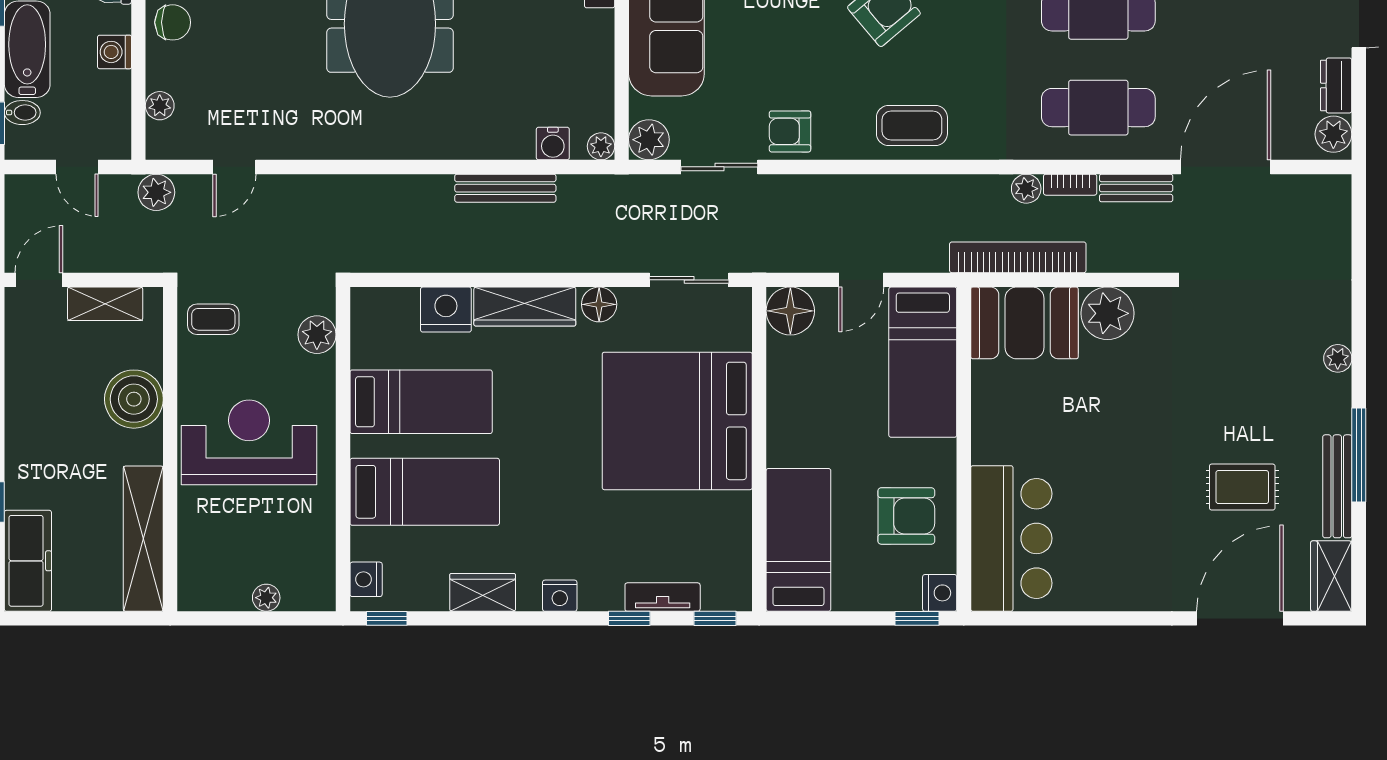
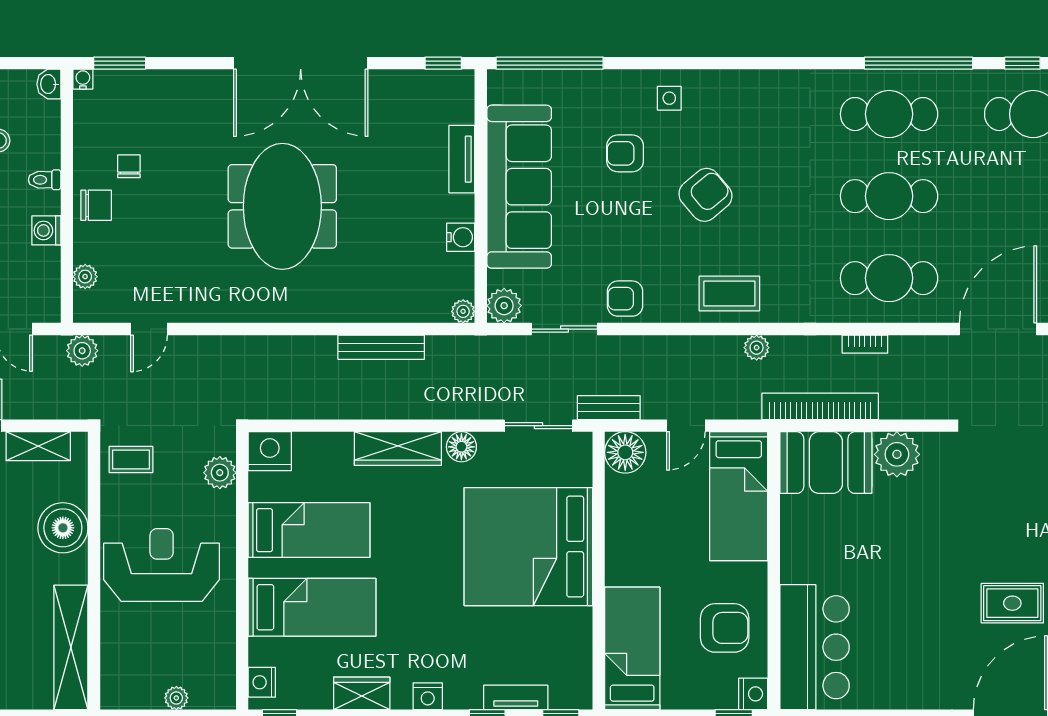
water cooler: (553, 144) -> (461, 237), moved, turned -90
bench: (1136, 188) -> (609, 408), moved
plant: (1026, 189) -> (757, 348), moved
nightstand: (446, 310) -> (270, 451), moved

